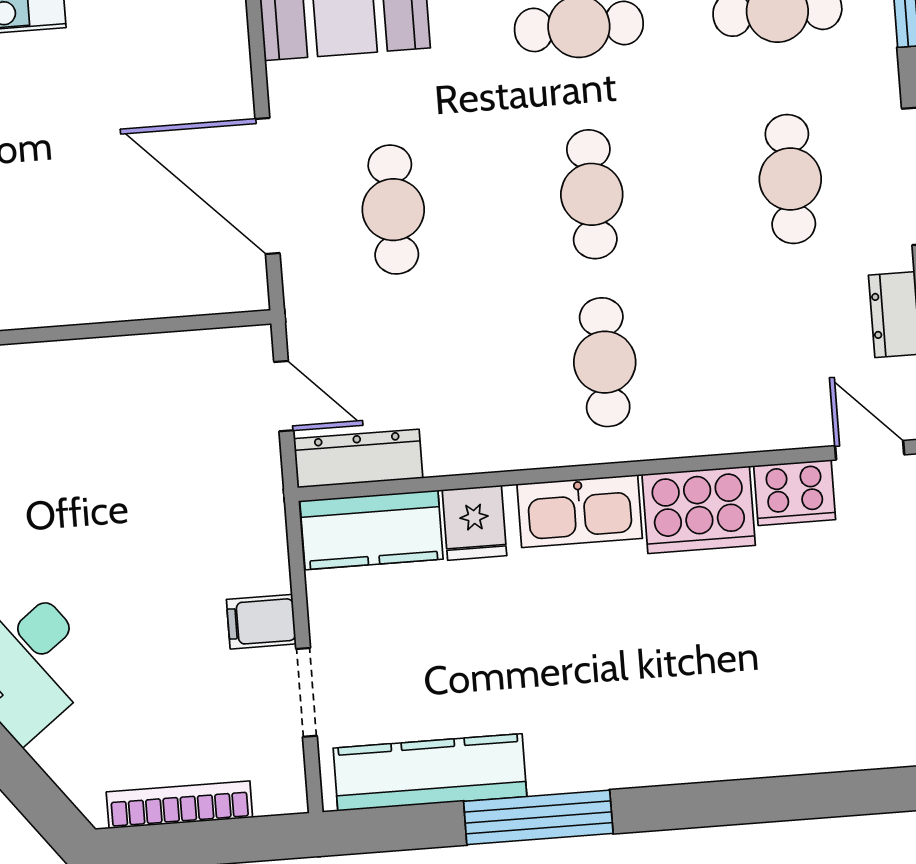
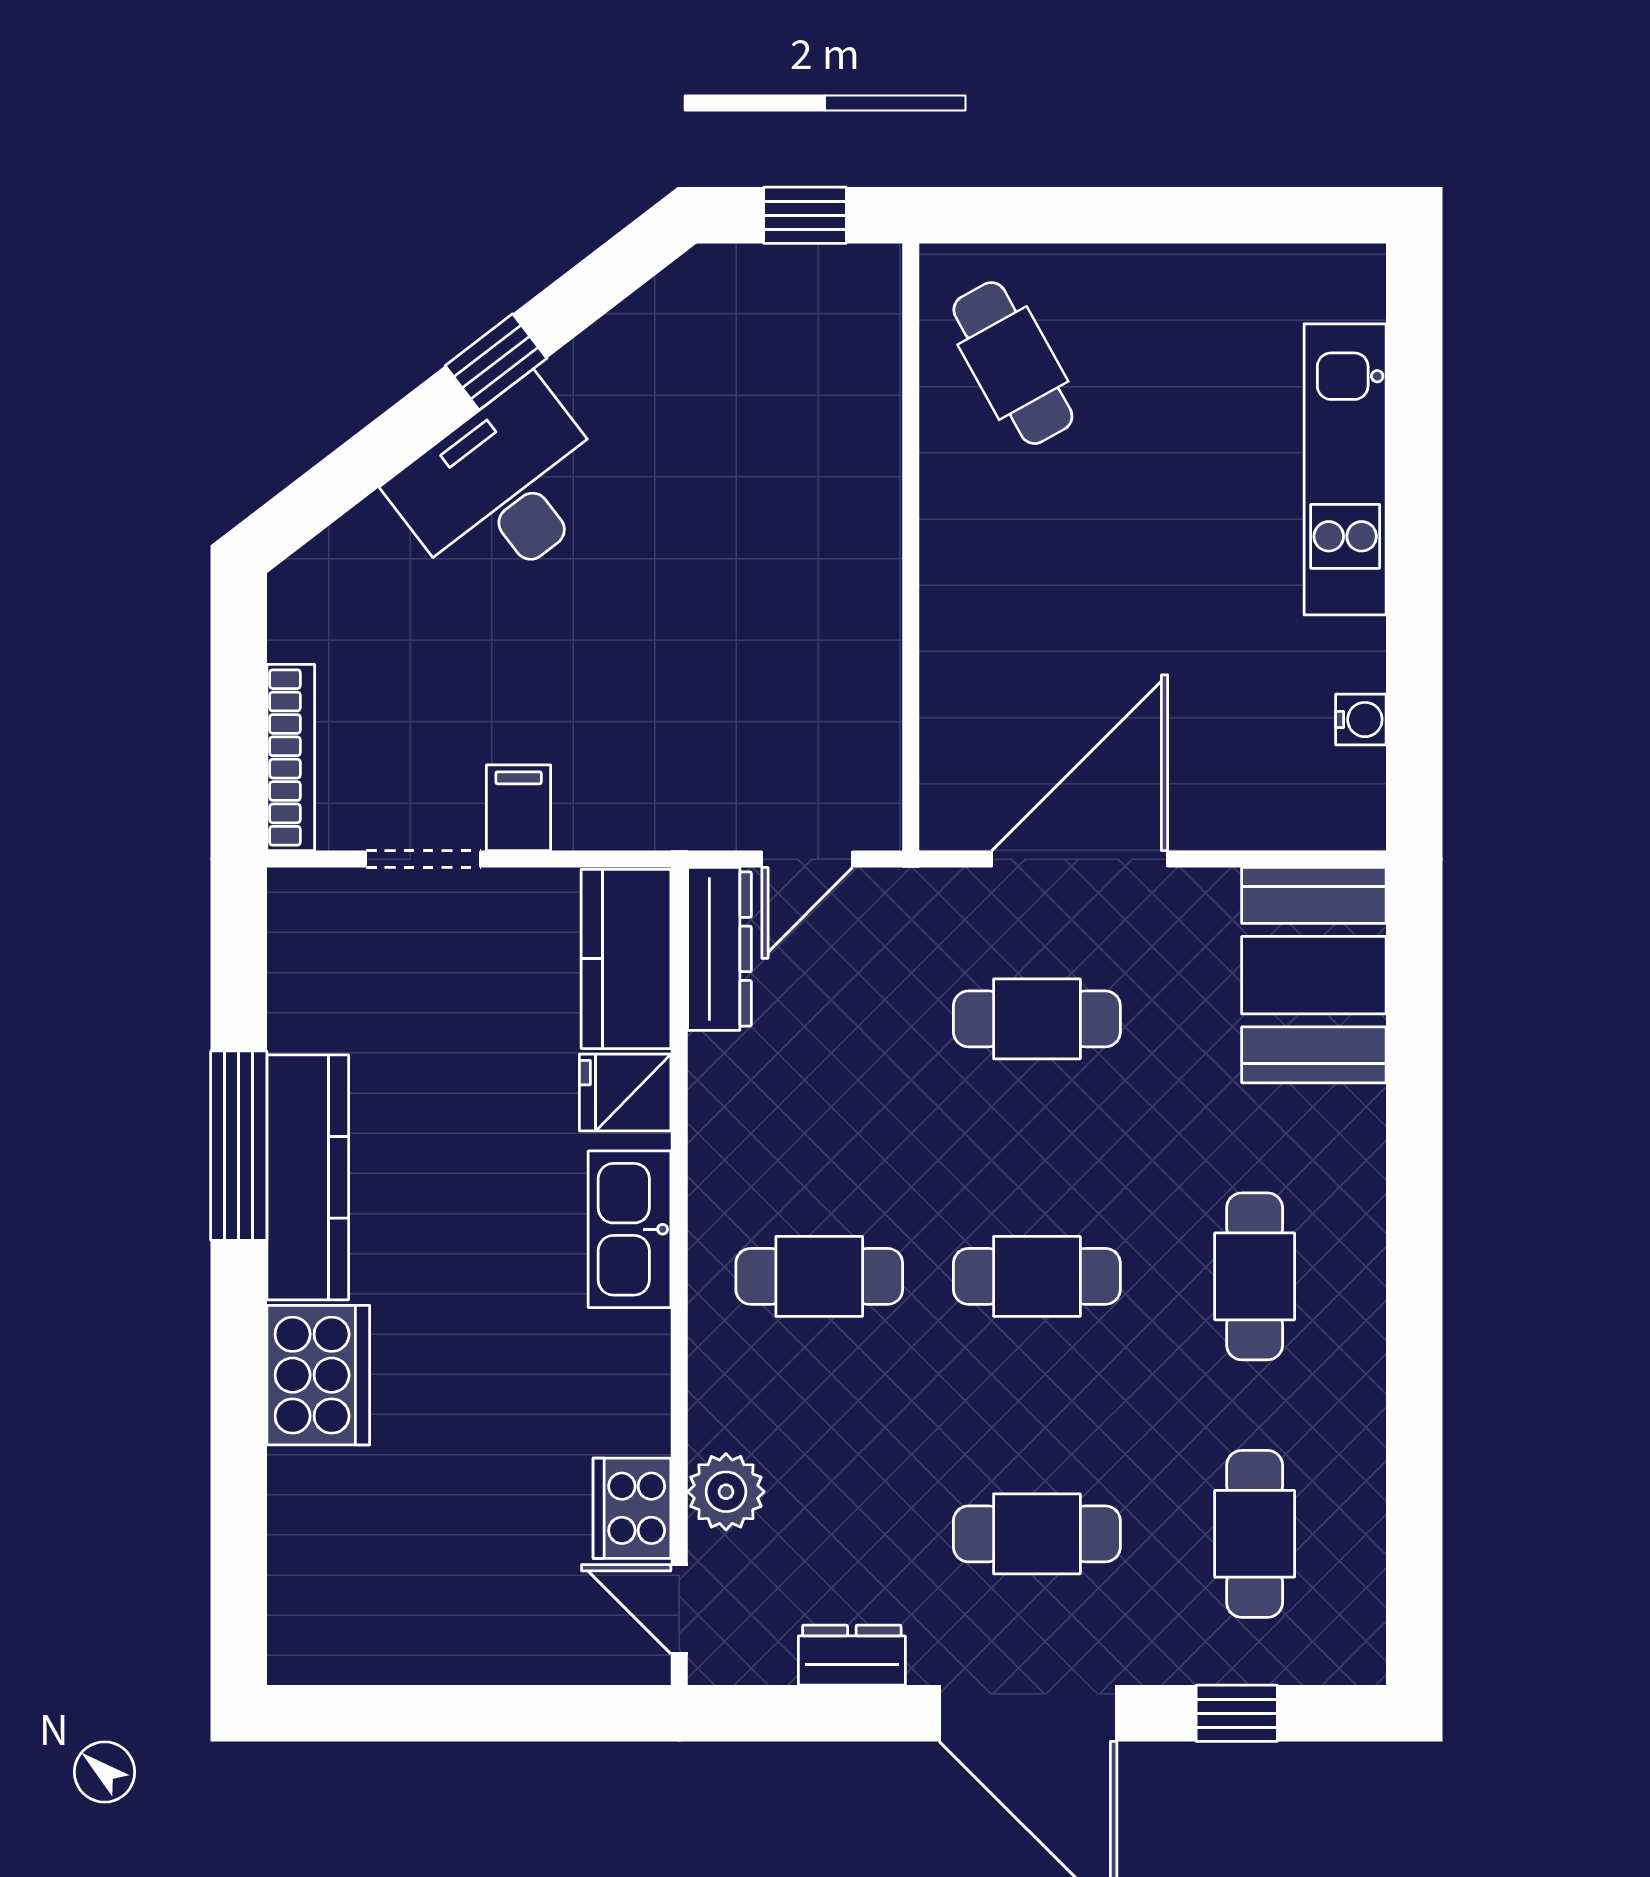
plant: (776, 421) -> (726, 1492), added
door: (870, 450) -> (679, 1609), swing flipped
cooker: (699, 510) -> (318, 1375), moved, turned 180
kitchen counter: (430, 772) -> (308, 1177), moved
bookcase: (179, 805) -> (291, 757), moved

